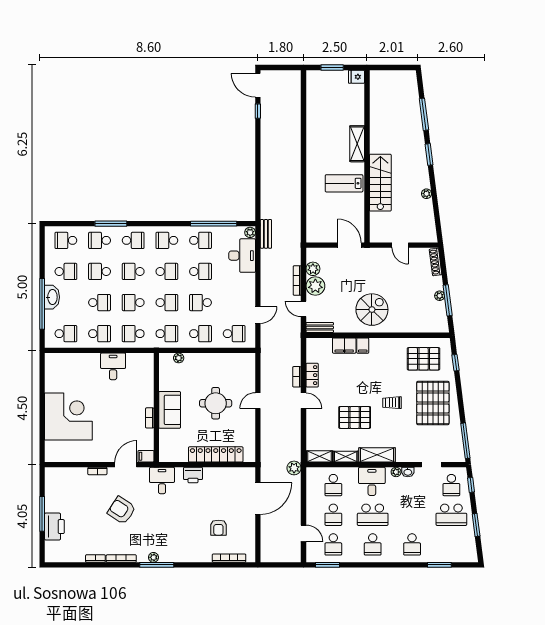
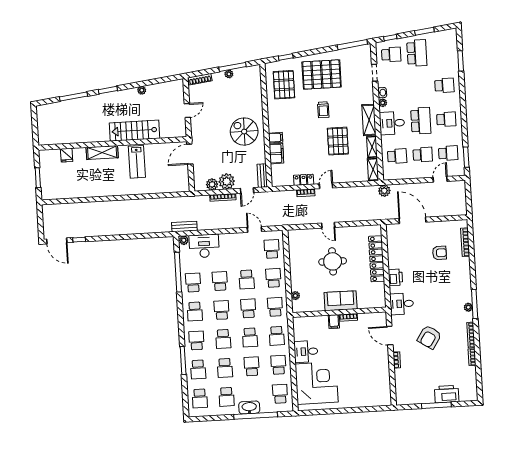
fridge: (357, 77) -> (67, 155), moved
door: (258, 85) -> (57, 241), hinge flipped
school desk: (66, 271) -> (227, 397), turned 180
corner desk: (68, 416) -> (317, 383), moved, turned 90
filing cabinet: (146, 456) -> (334, 322), moved

